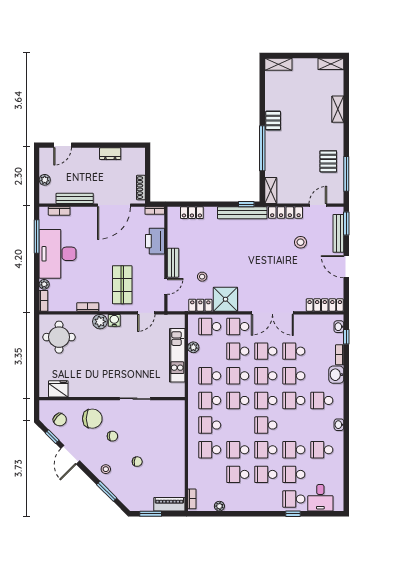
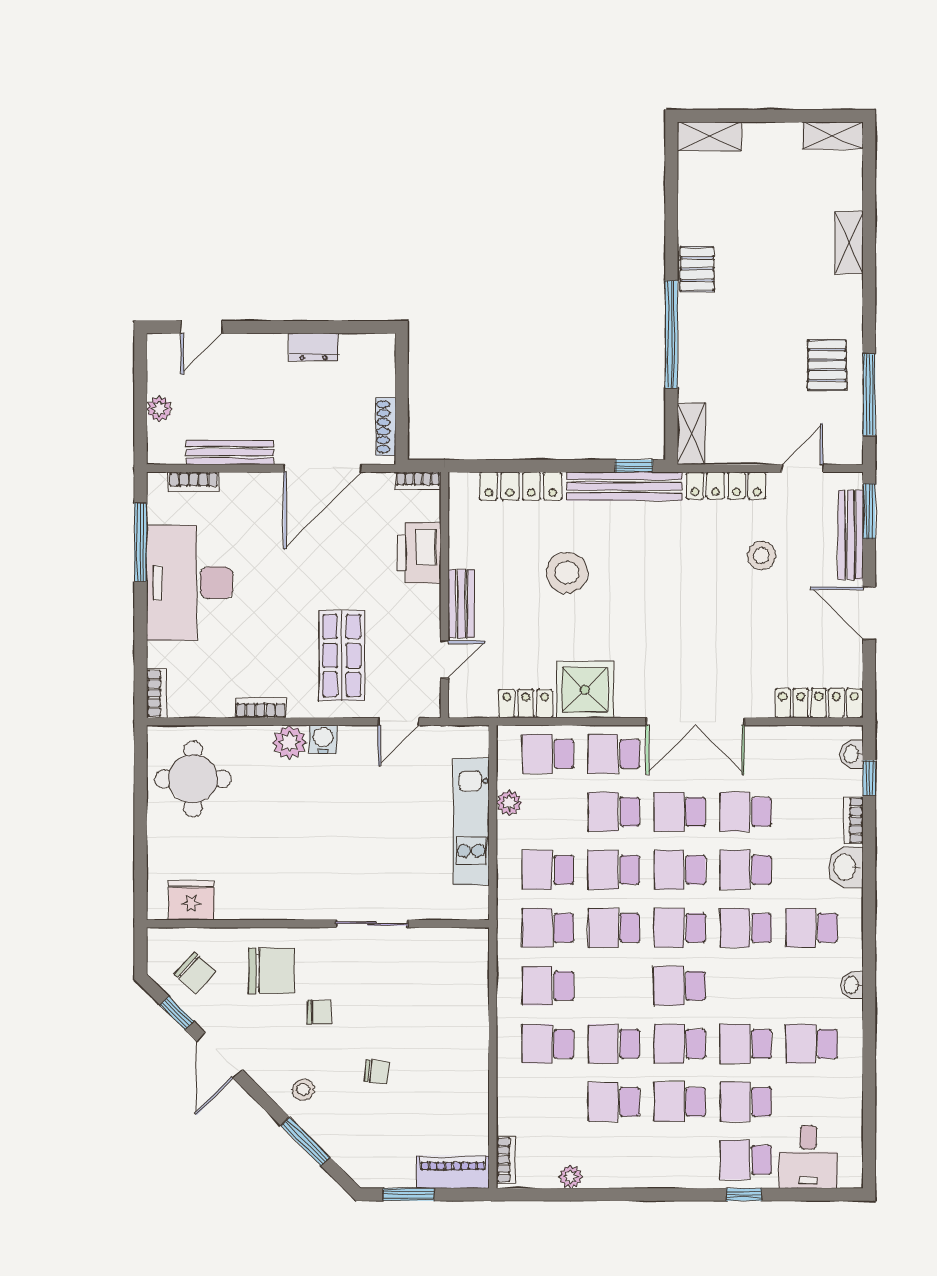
locker: (192, 213) -> (521, 486), width x1.53
stool: (202, 277) -> (567, 573), moved, width x1.89, depth x1.89
plant: (44, 284) -> (158, 655), removed

